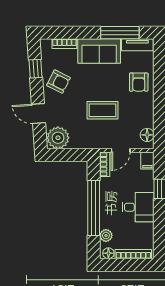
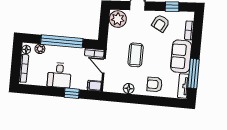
floor lamp: (147, 135) -> (129, 89), moved

